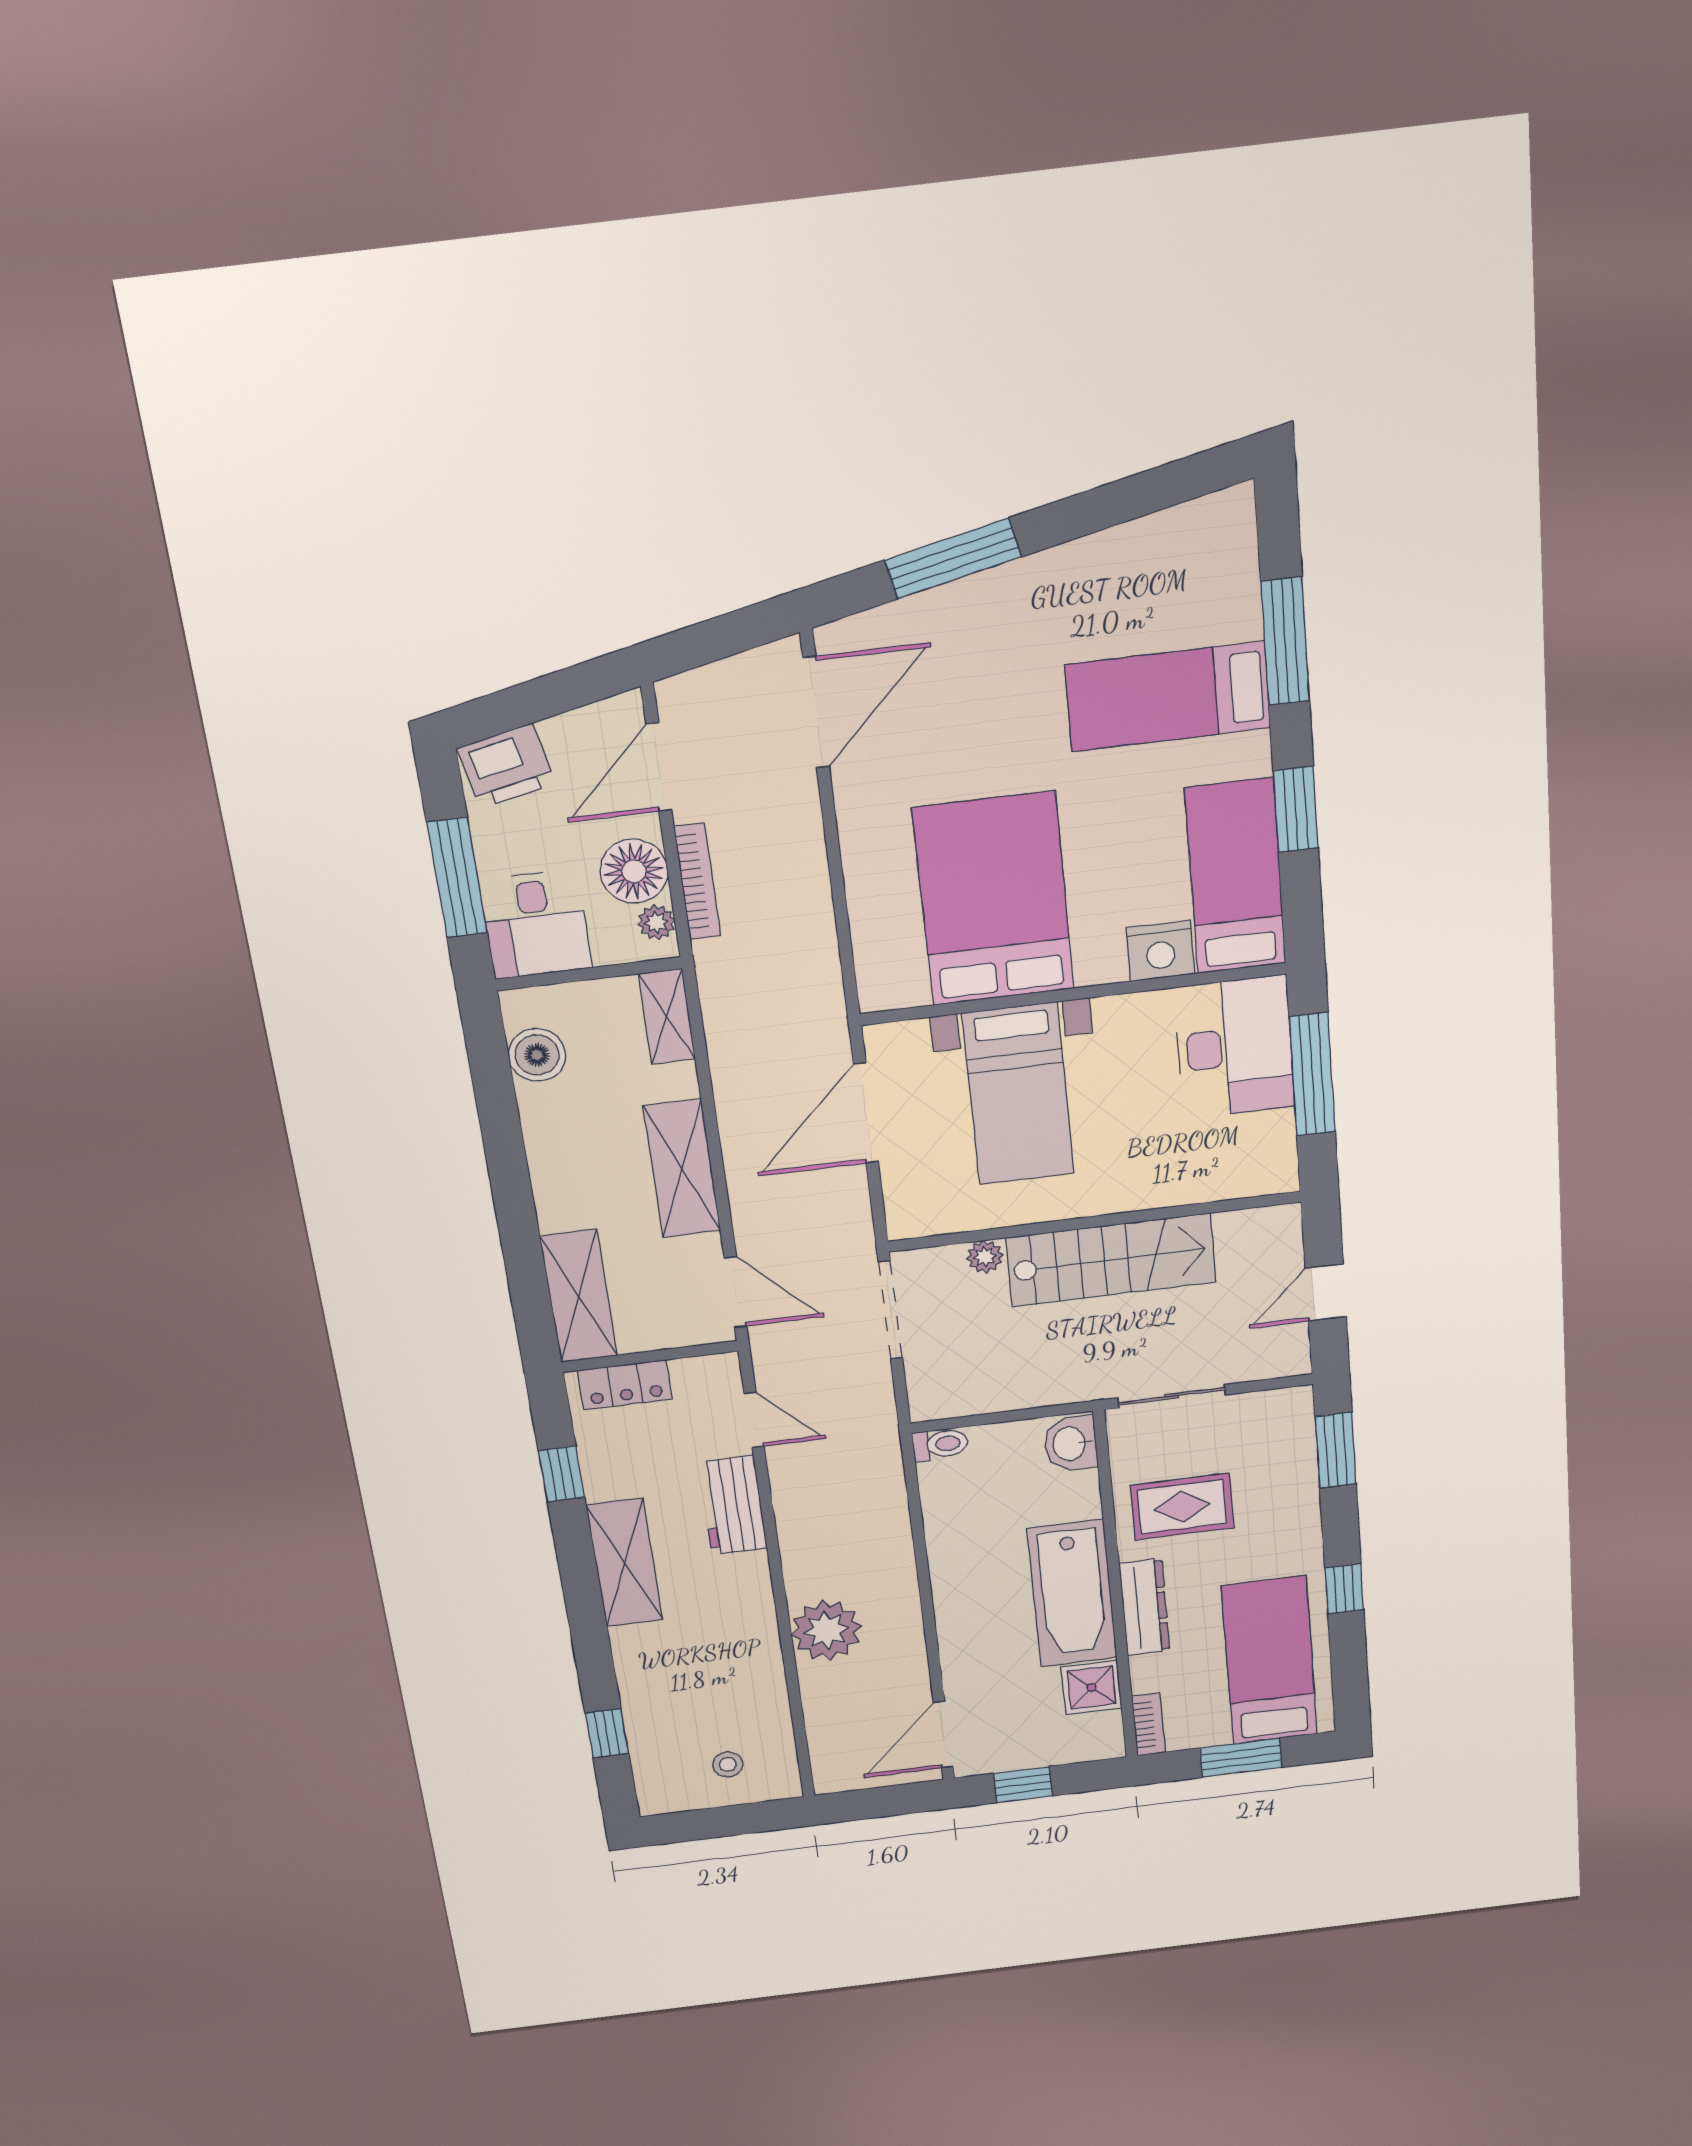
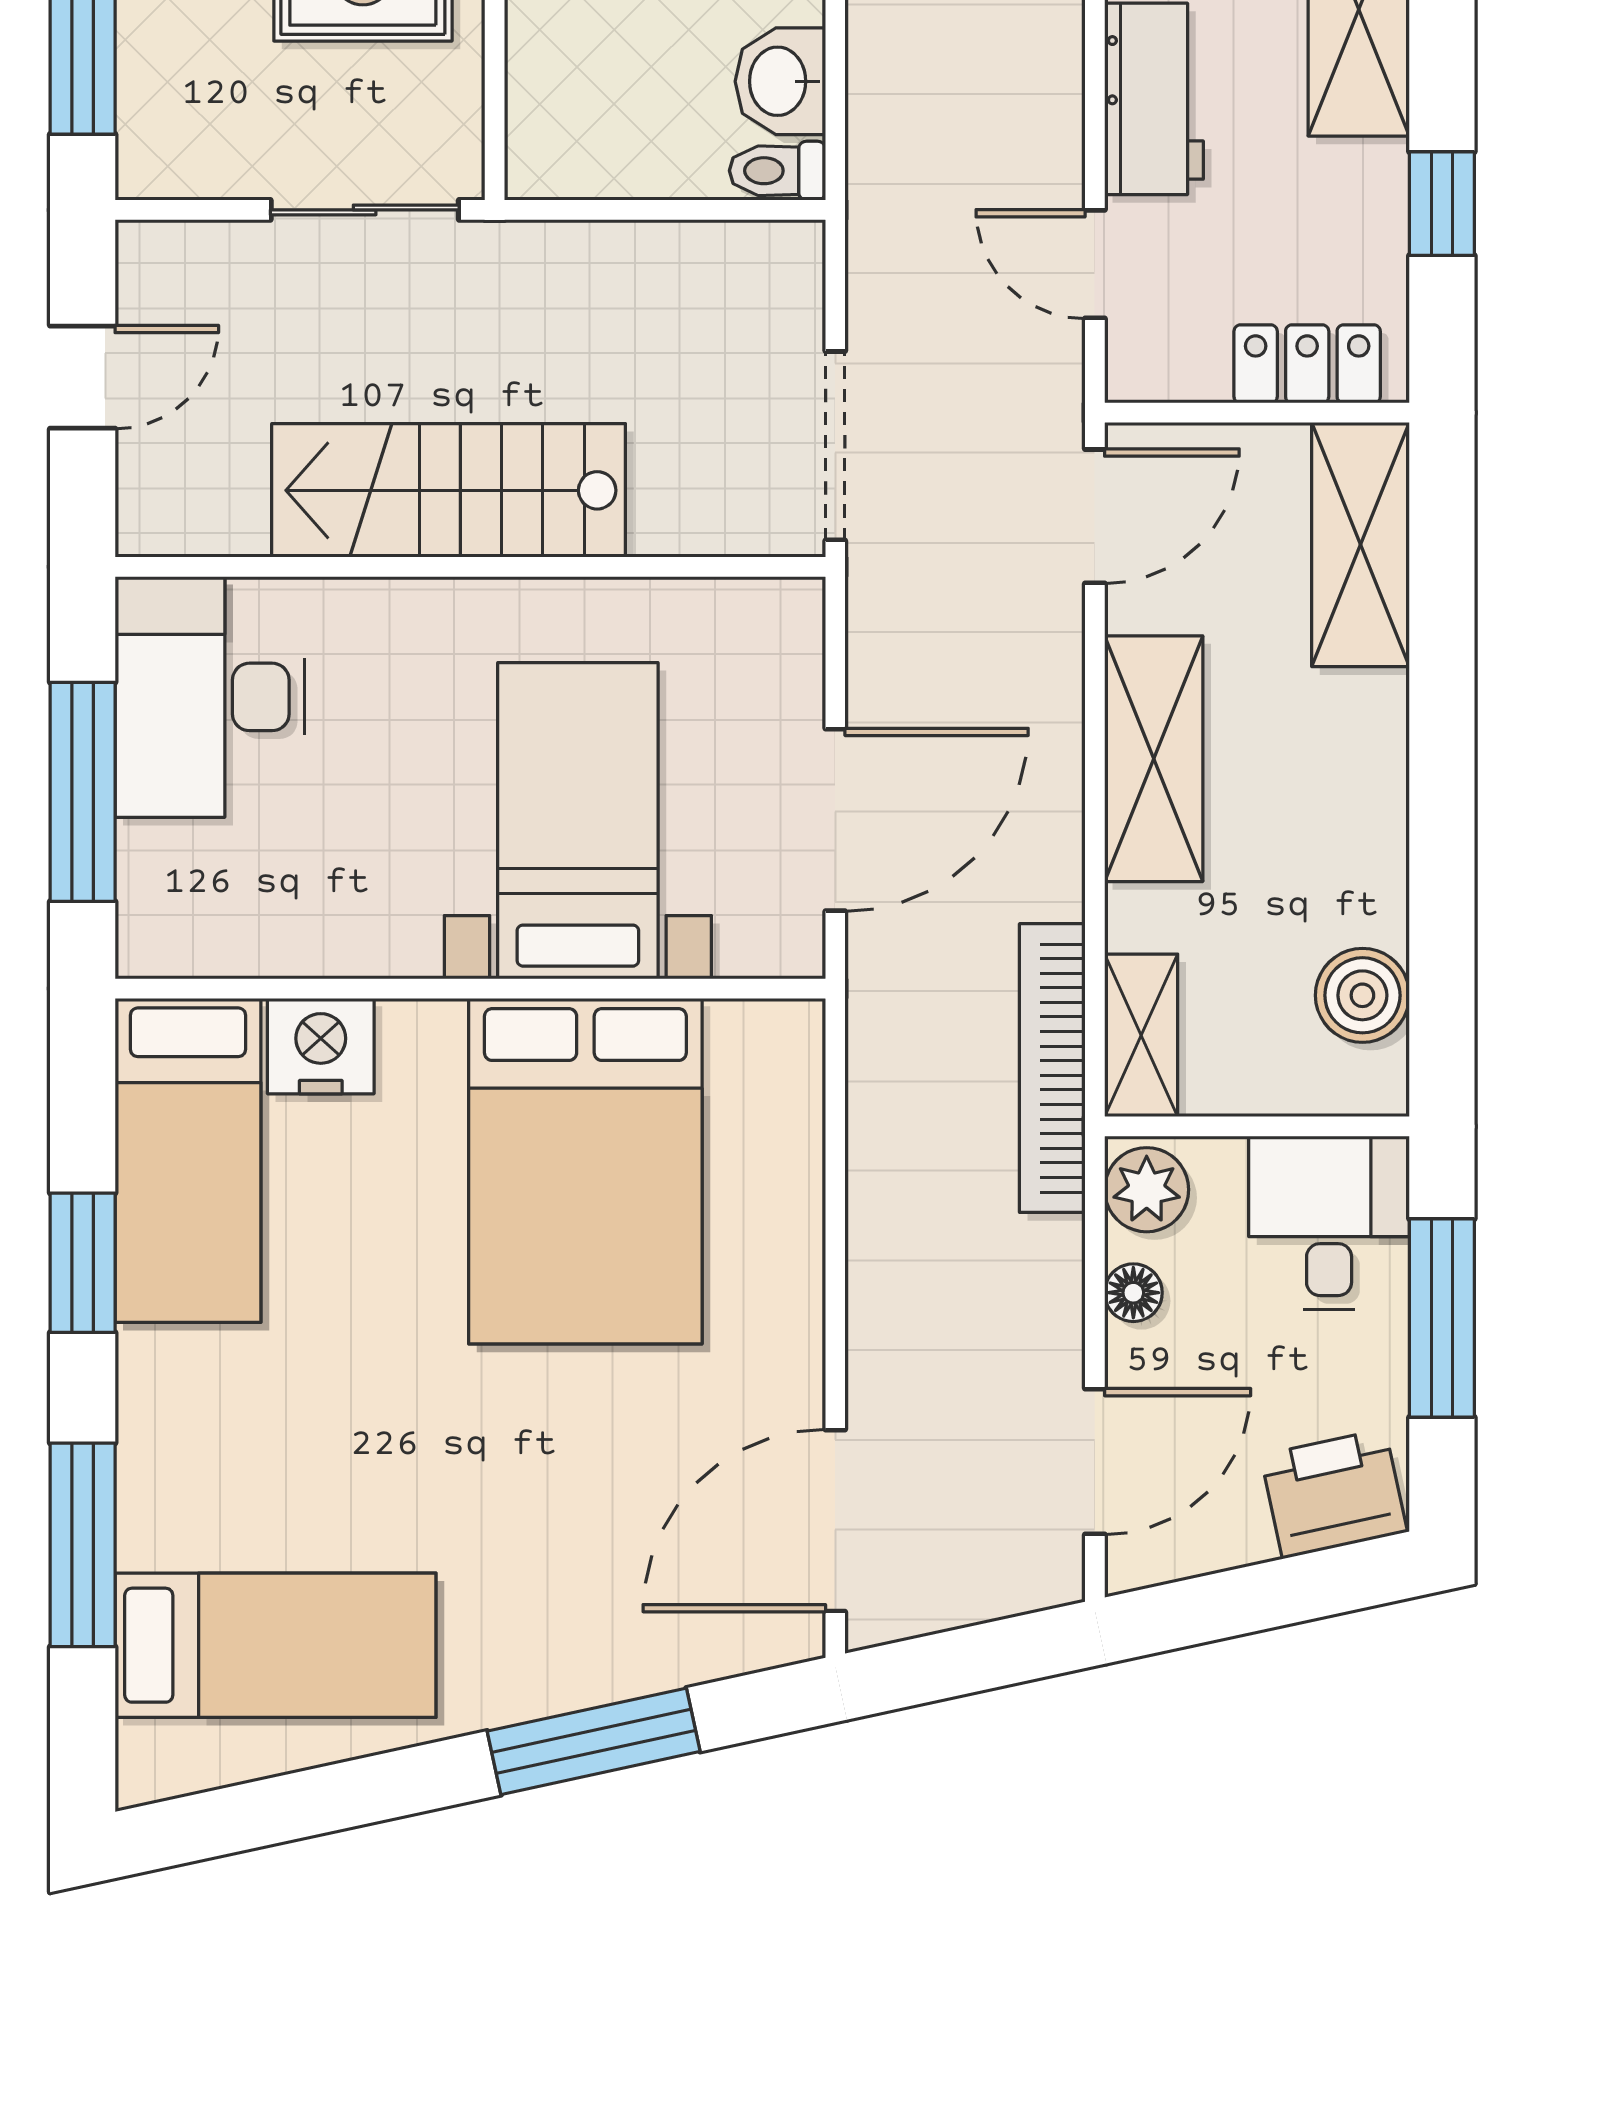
bed: (1168, 697) -> (275, 1645), moved
floor lamp: (634, 871) -> (1133, 1293), width x0.53, depth x0.53
bookcase: (697, 881) -> (1052, 1068), moved, width x1.48, depth x1.31
plant: (656, 922) -> (1147, 1190), width x1.38, depth x1.38
desk: (1235, 1047) -> (210, 697), moved
plant: (985, 1257) -> (663, 526), removed
door: (735, 1292) -> (1095, 516), swing flipped
washbasin: (1070, 1444) -> (780, 81), moved, turned 180

